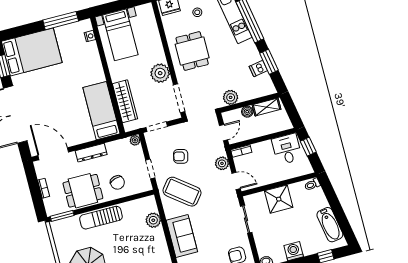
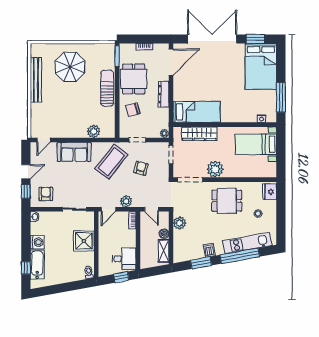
dishwasher: (258, 68) -> (209, 250), moved
bathtub: (330, 225) -> (37, 265), moved, turned 100

